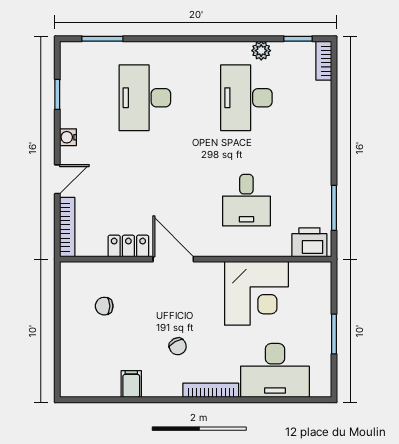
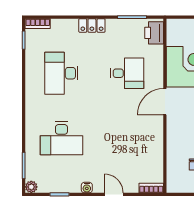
plant: (261, 51) -> (31, 187), moved
desk: (246, 98) -> (61, 73), turned 90
bookcase: (67, 227) -> (151, 188), width x0.64
locker: (128, 246) -> (92, 26), moved, turned -90
door: (173, 259) -> (165, 102), moved

